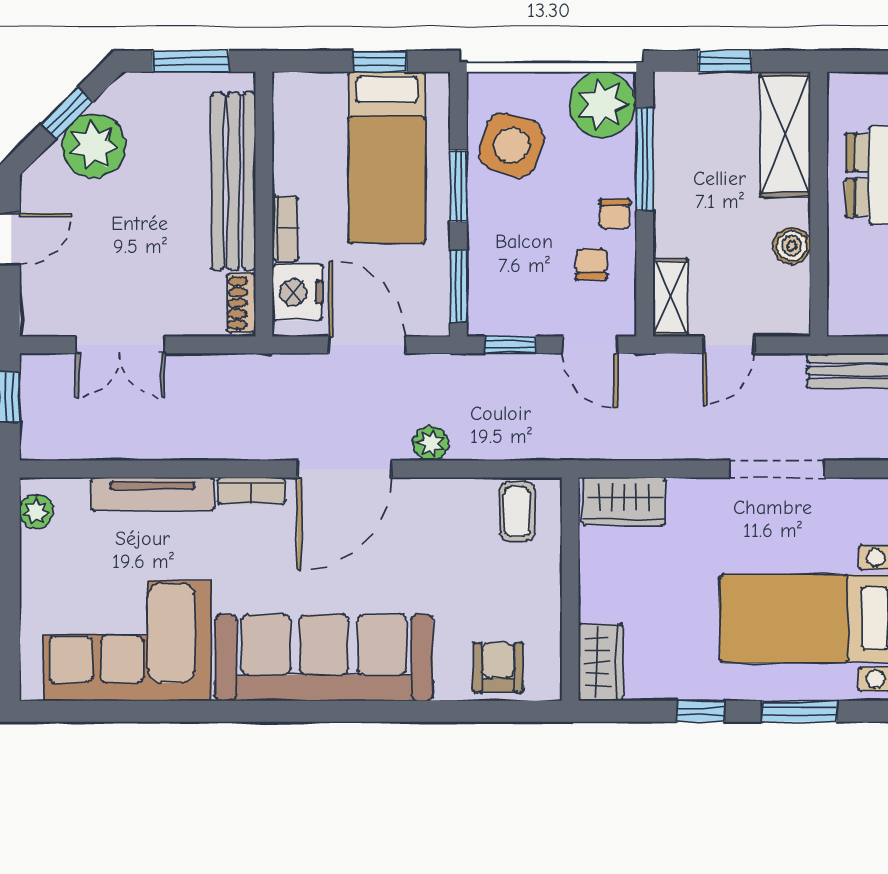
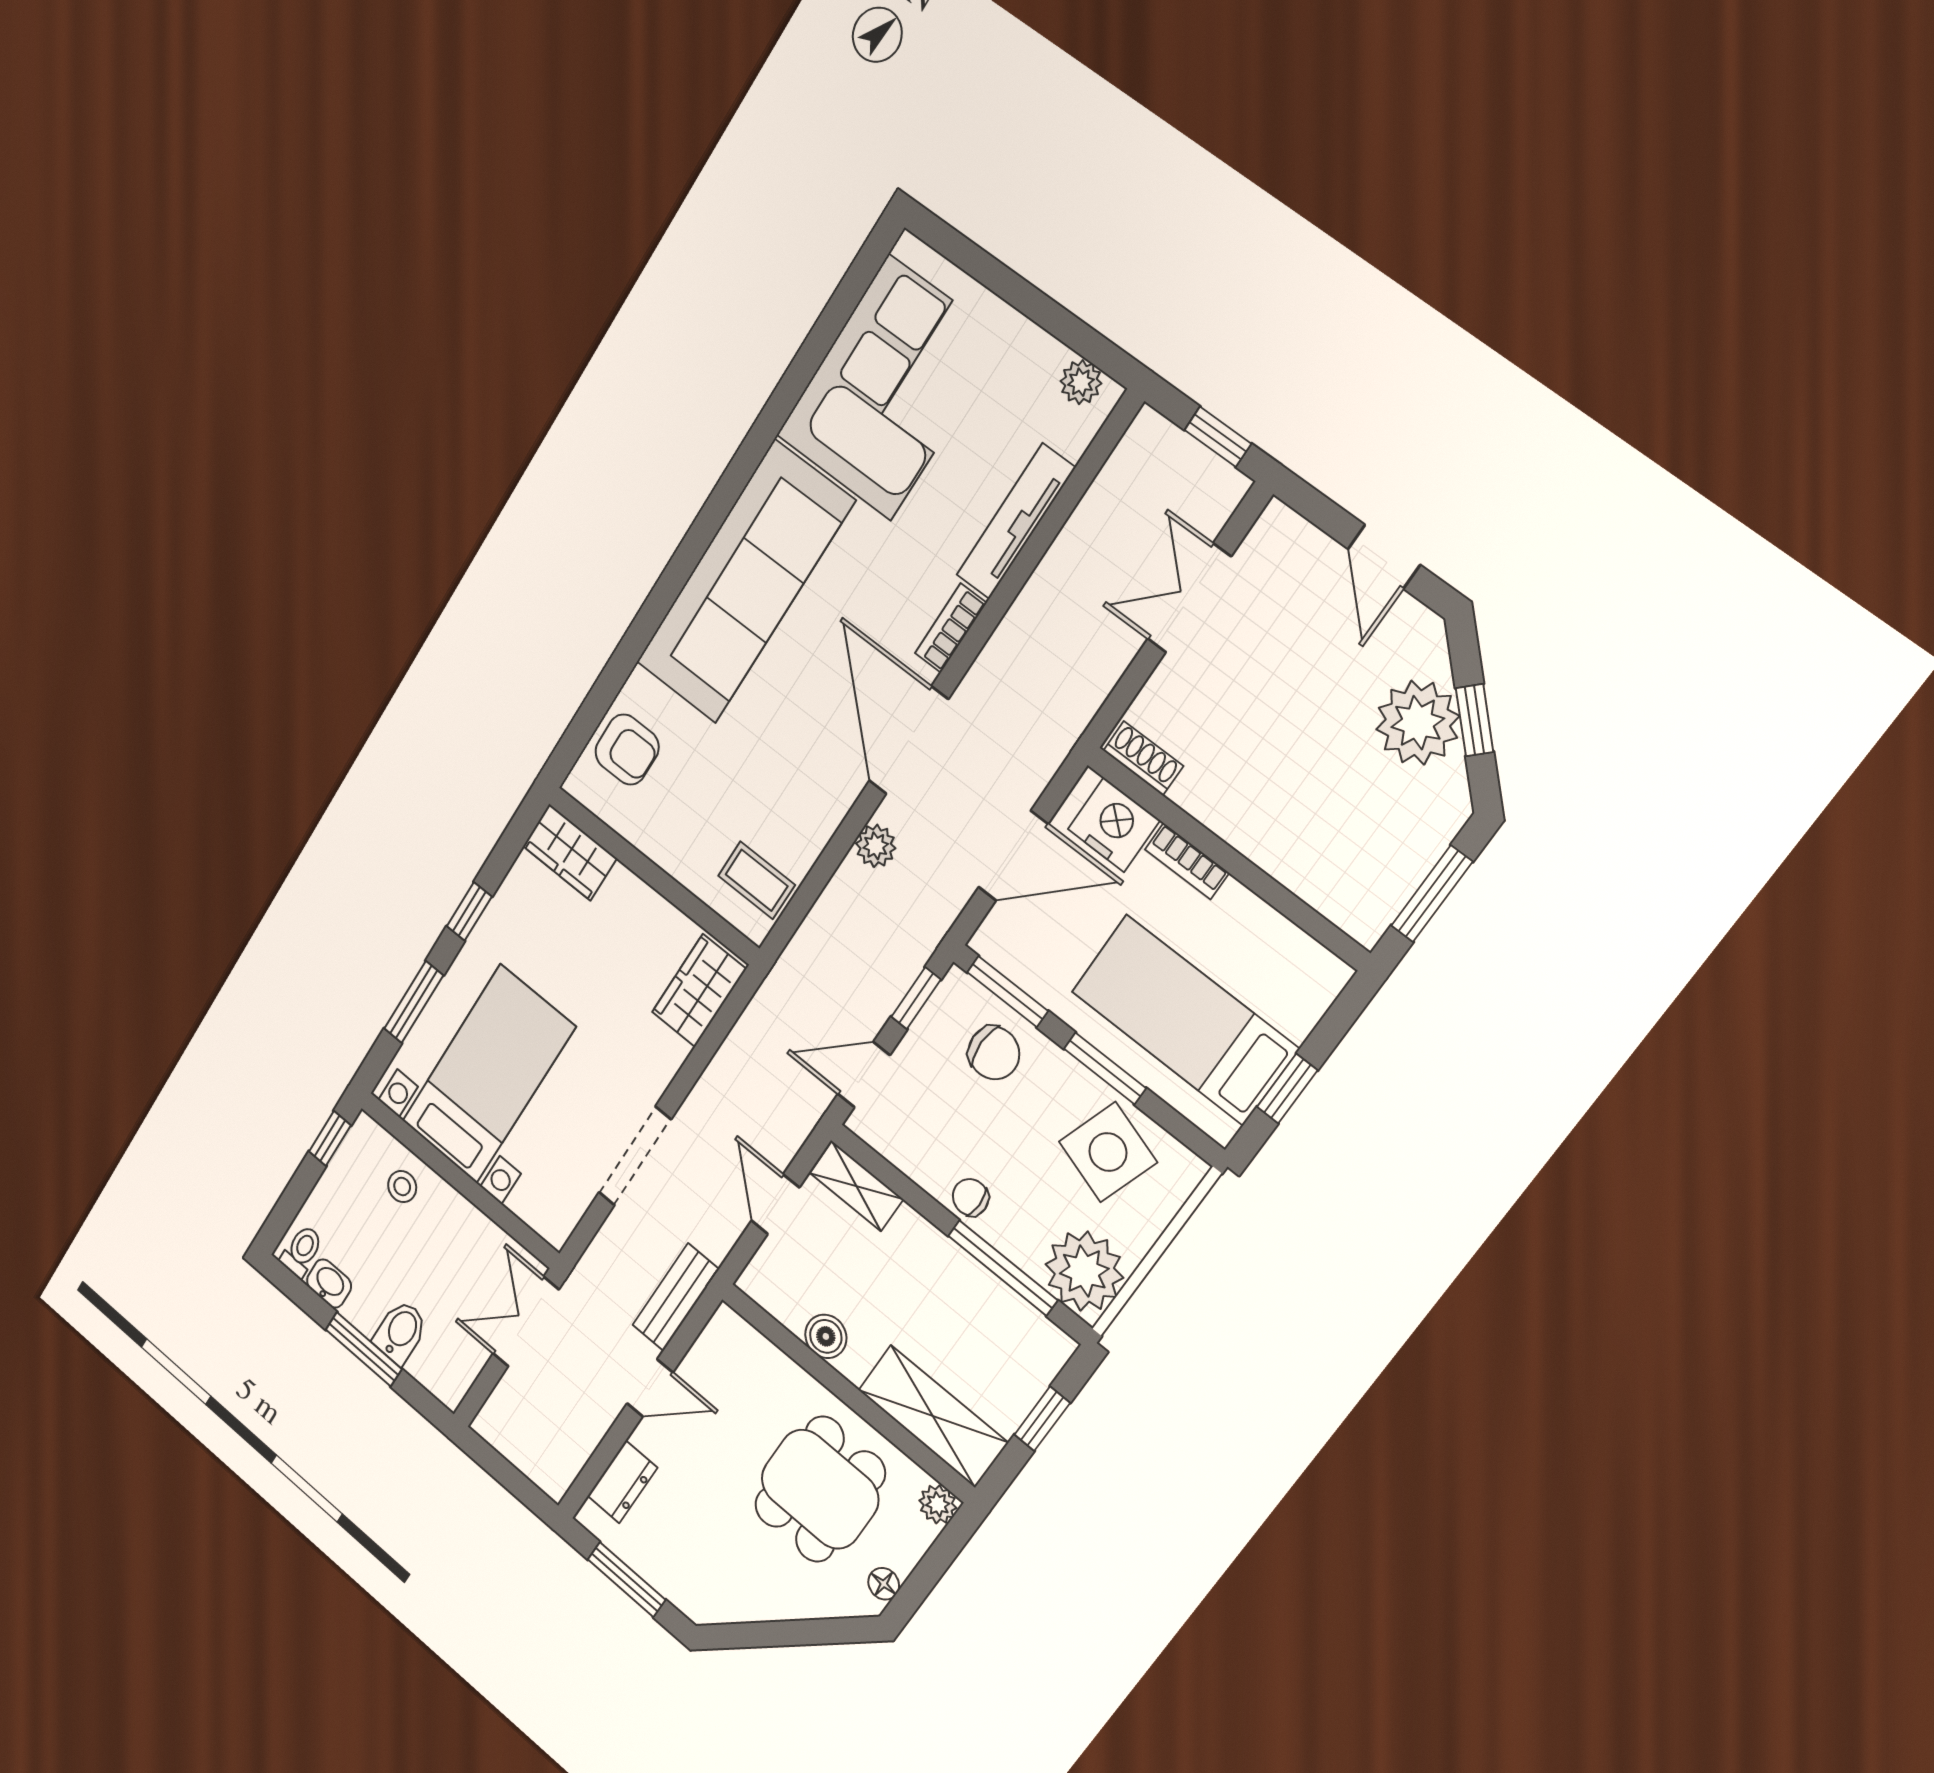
plant: (843, 88) -> (938, 1504), added
bench: (233, 181) -> (1273, 844), removed
chair: (592, 264) -> (994, 1053), moved, width x1.37, depth x1.37

